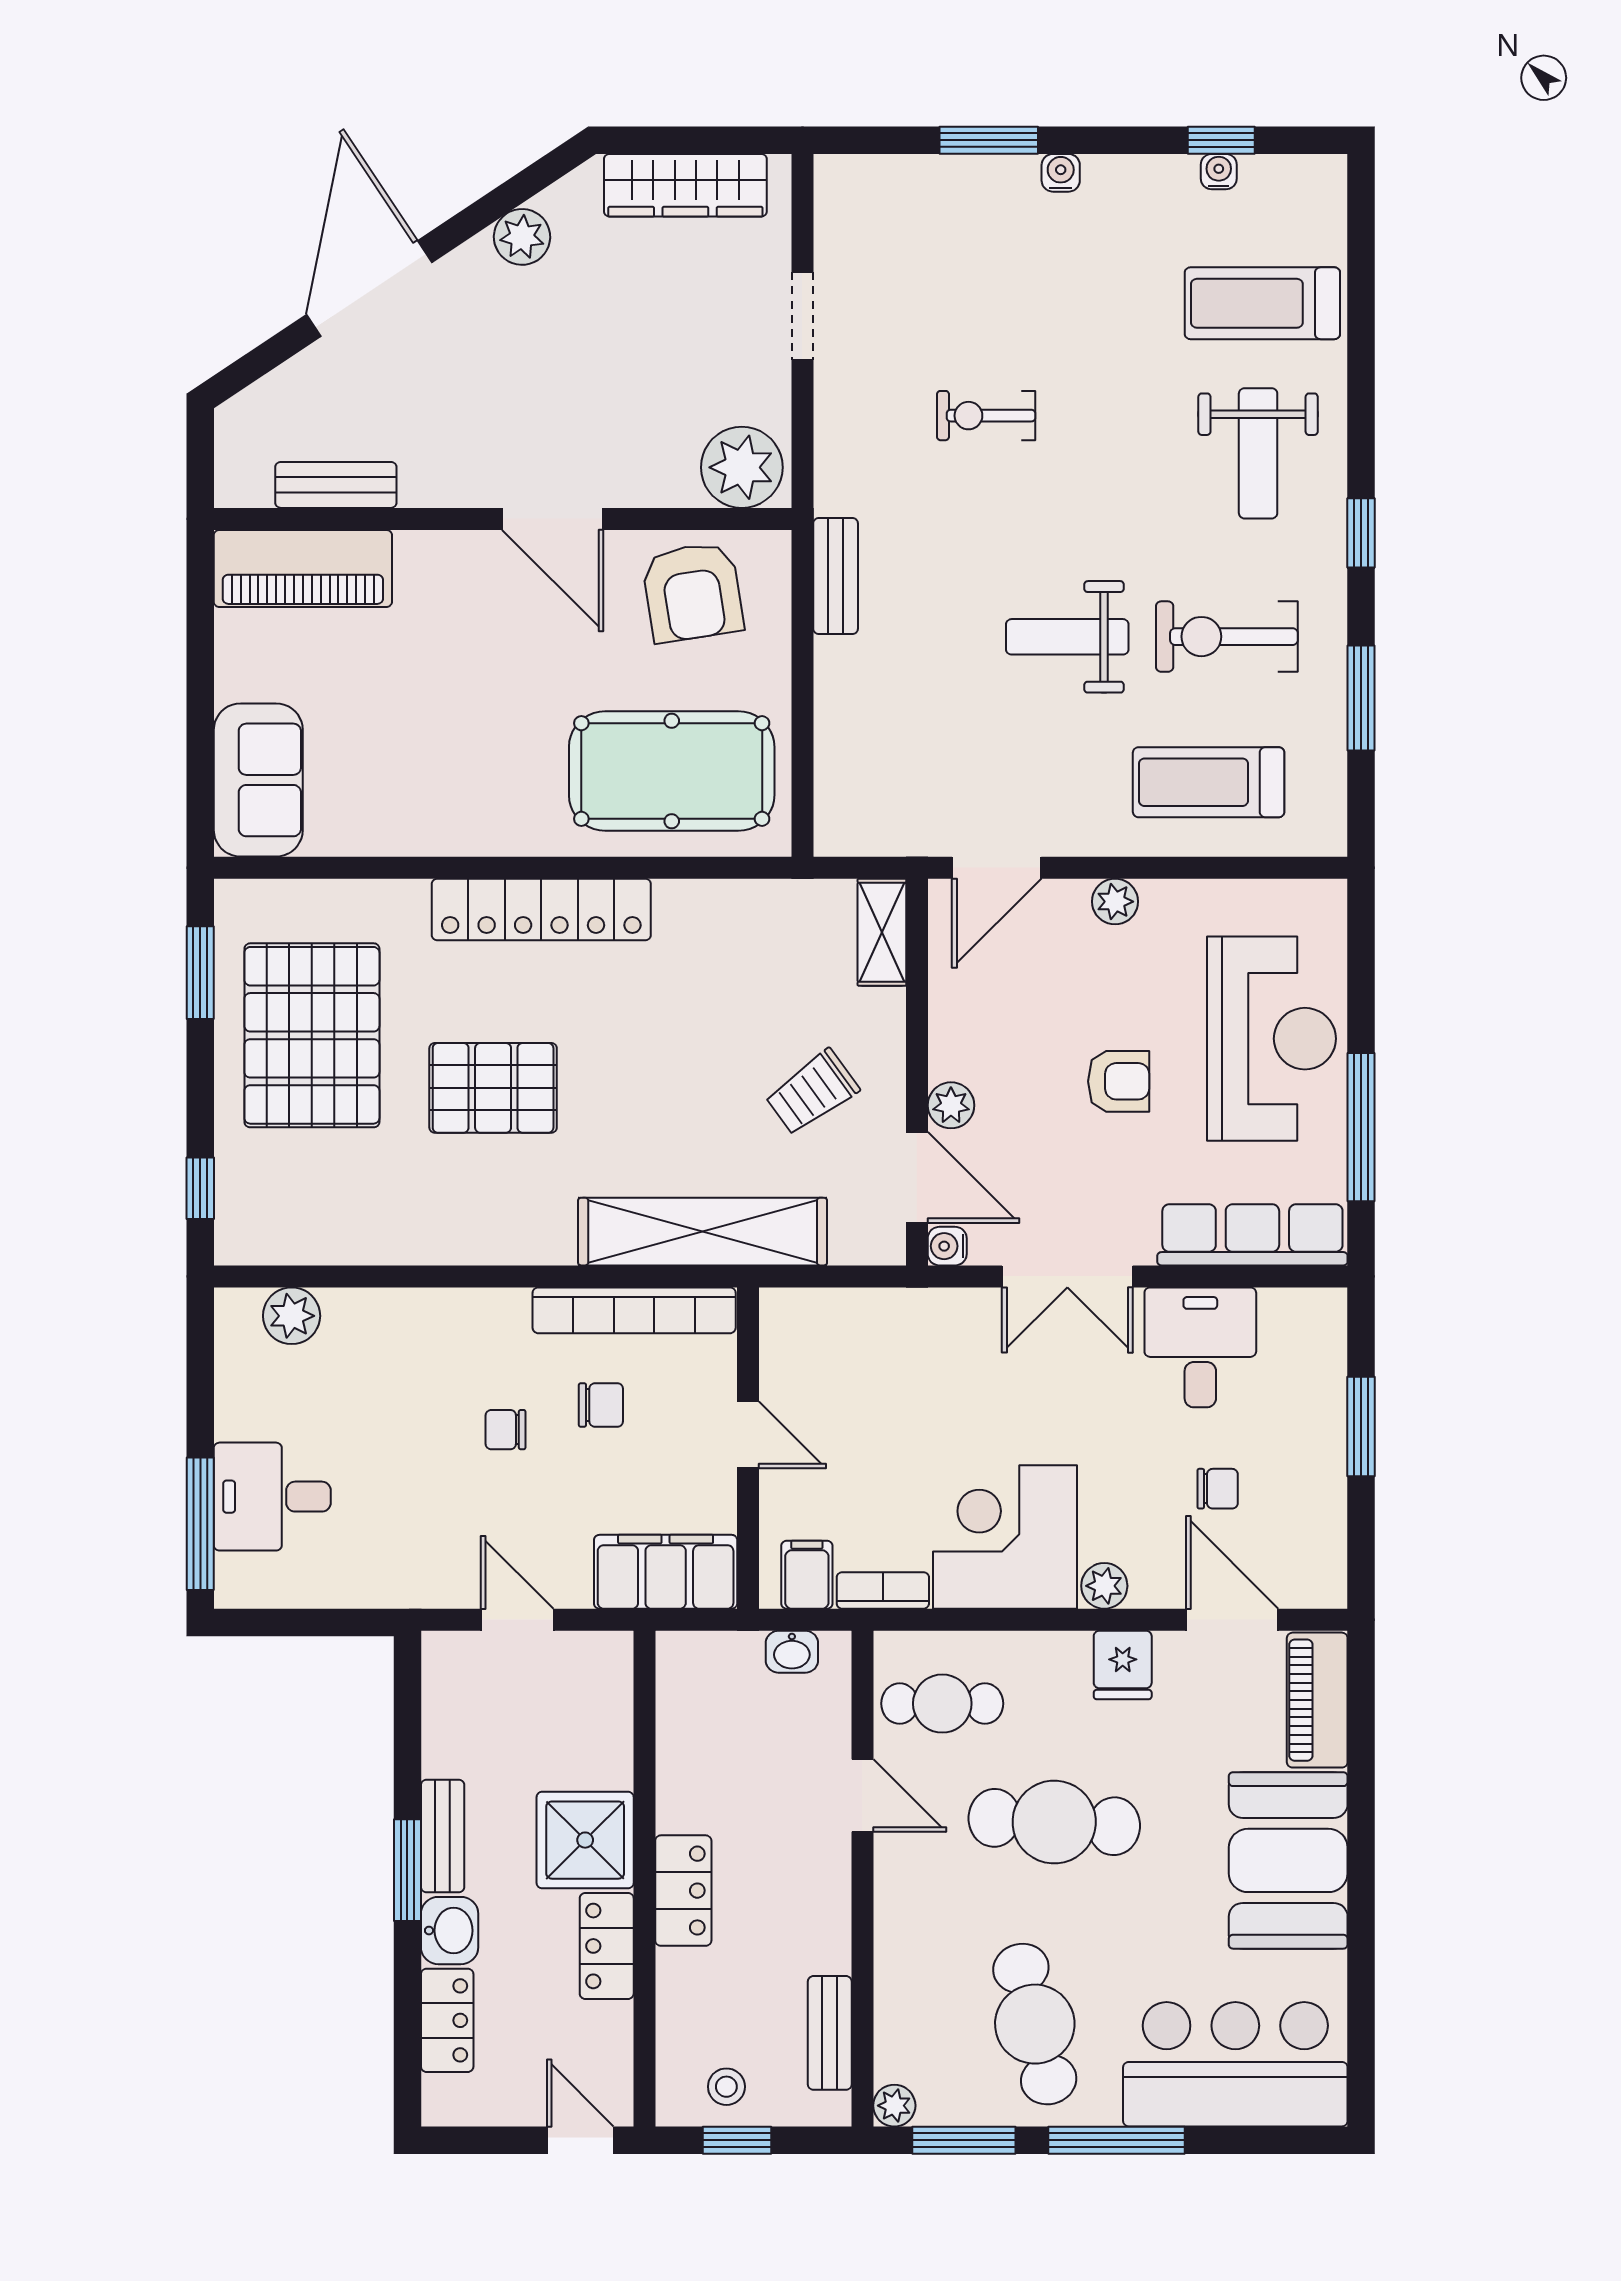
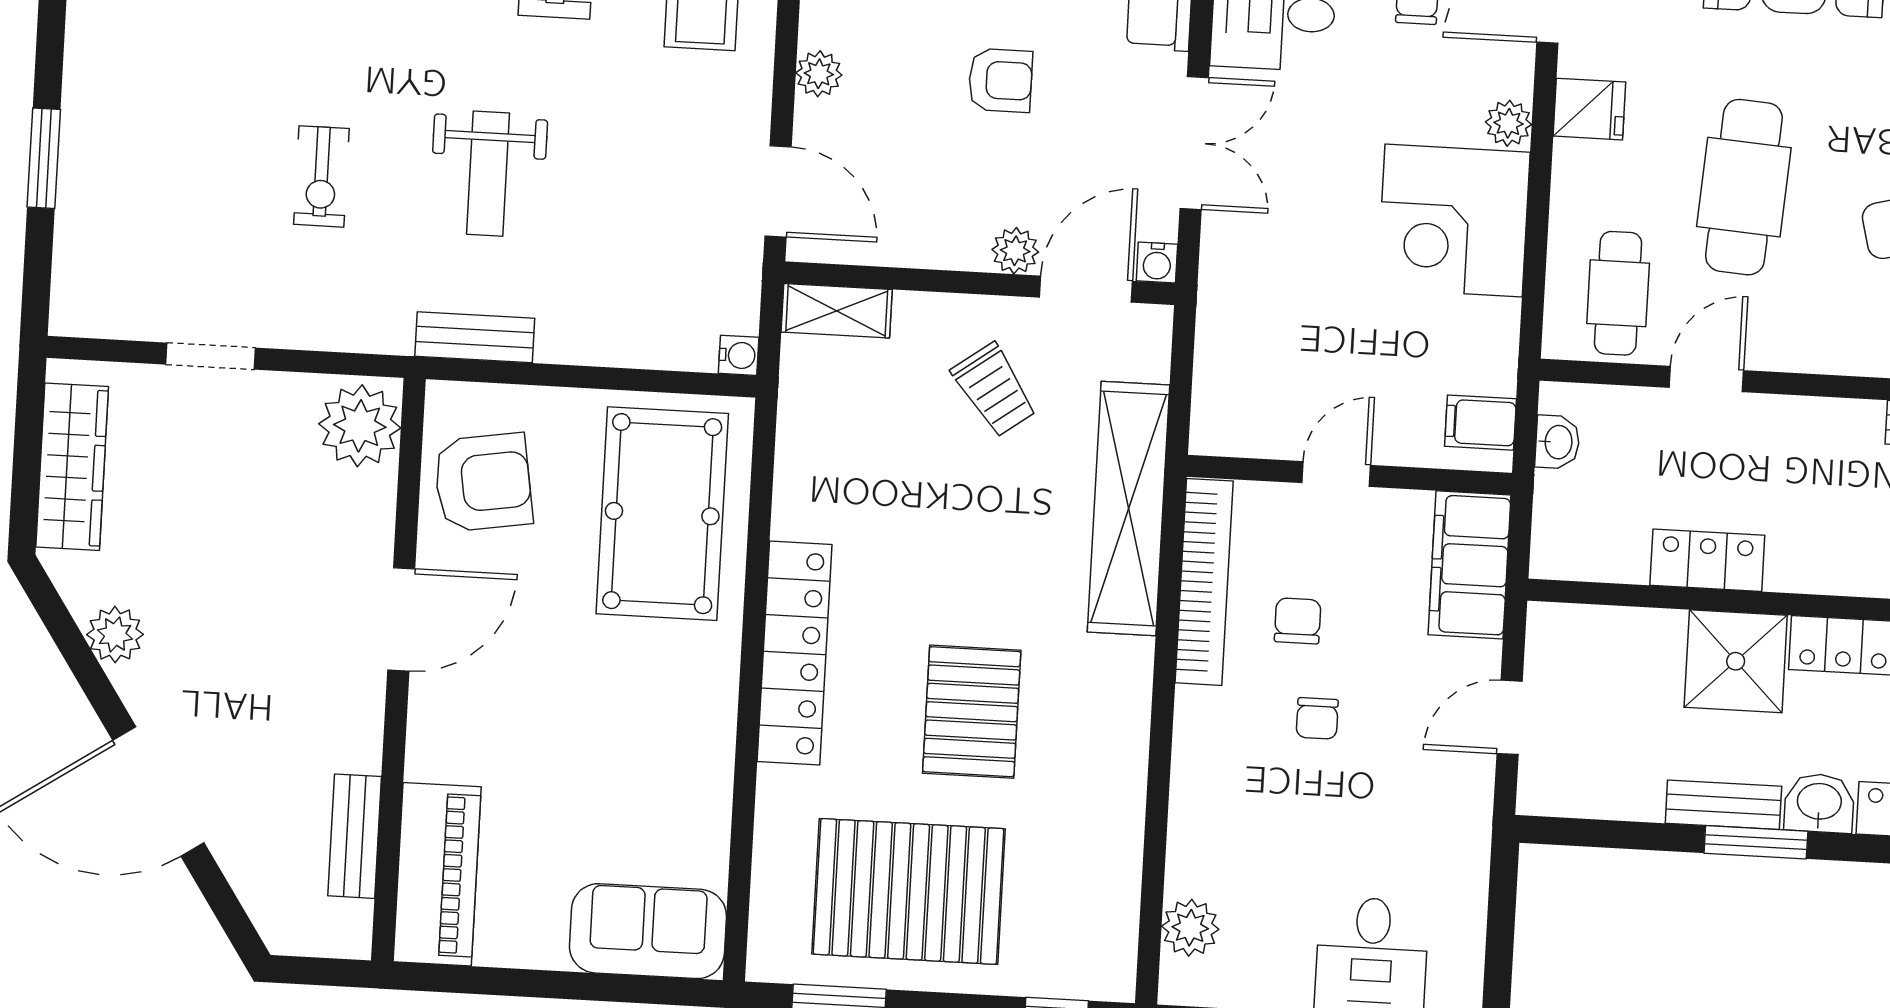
water cooler: (1061, 173) -> (739, 355), moved, turned 180
weight bench: (1067, 637) -> (488, 174), moved
armchair: (1119, 1081) -> (1000, 80), turned 90
bookcase: (883, 1590) -> (1501, 347), removed
locker: (683, 1891) -> (1707, 560), moved

